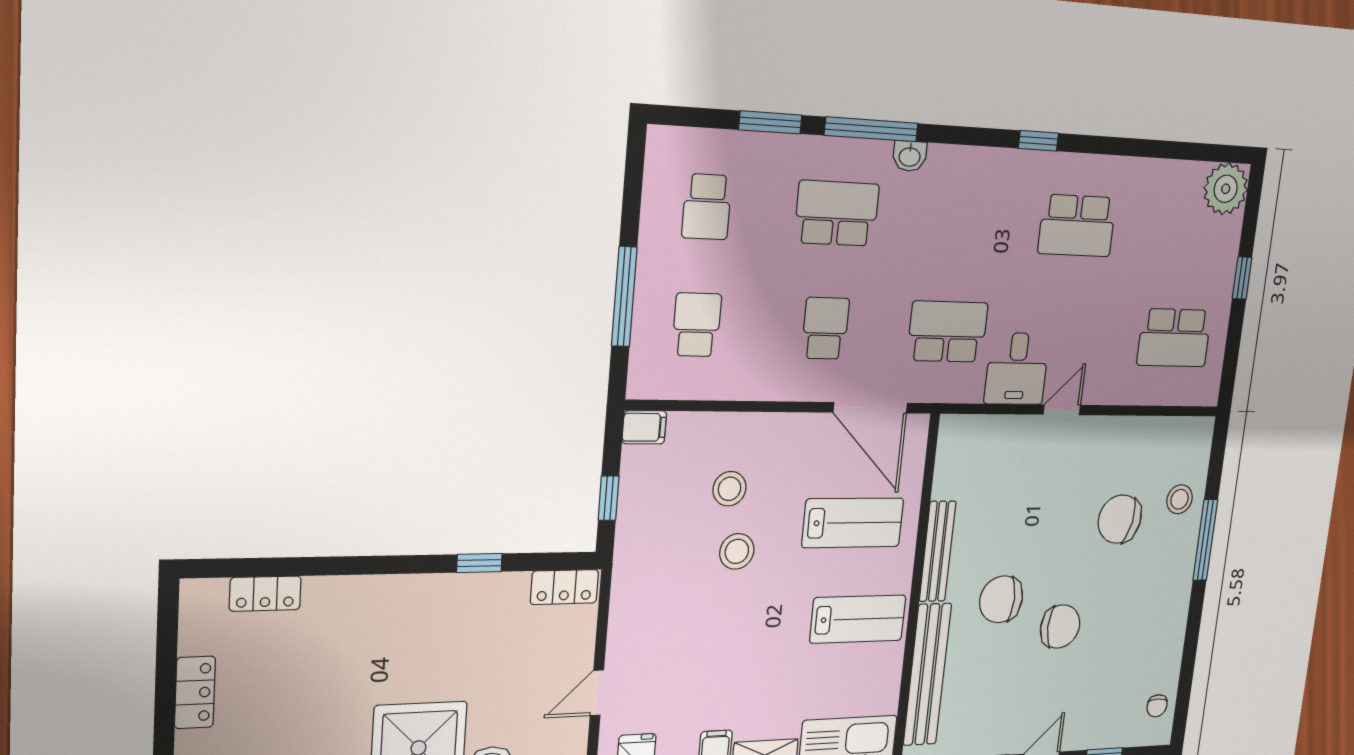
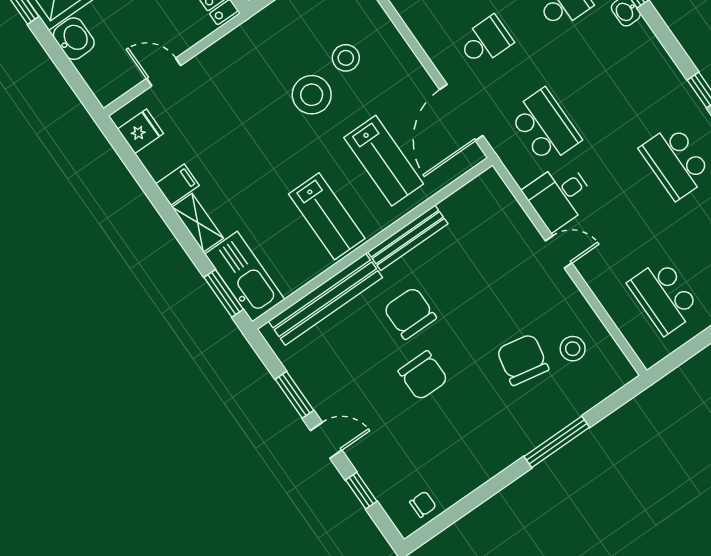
stool: (1180, 499) -> (573, 349), moved
stool: (737, 551) -> (312, 95), width x1.38, depth x1.38
chair: (1157, 706) -> (423, 504), turned 180

